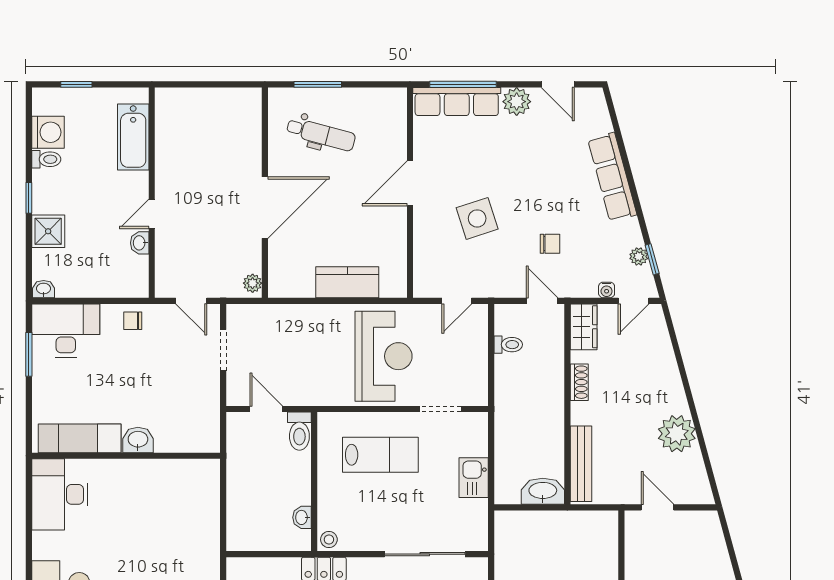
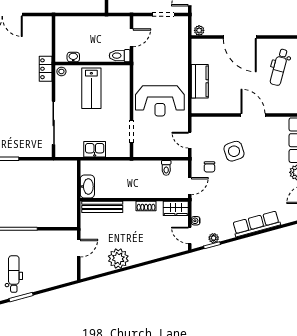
chair: (550, 244) -> (209, 167), moved
lab bench: (380, 455) -> (91, 88), moved

